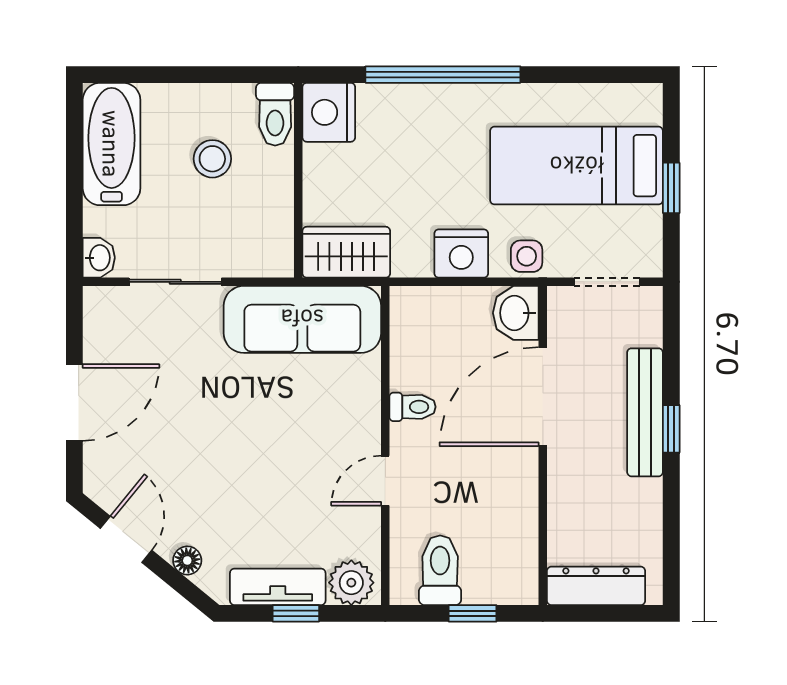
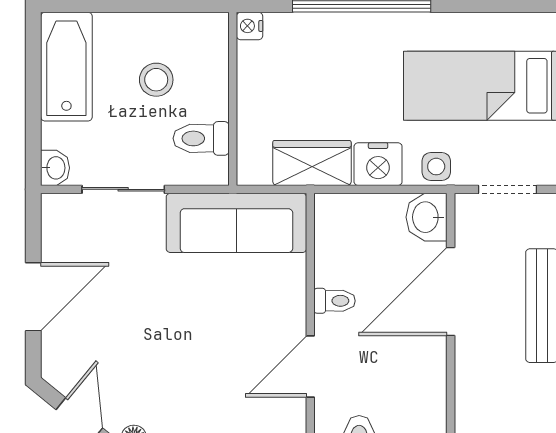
nightstand: (329, 112) -> (250, 26), width x0.53, depth x0.56
toilet: (275, 114) -> (201, 138), moved, turned 90
wardrobe: (346, 252) -> (312, 163), moved
door: (385, 481) -> (310, 366), width x1.38

